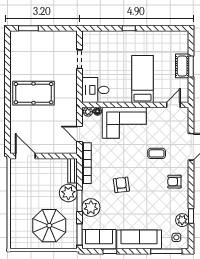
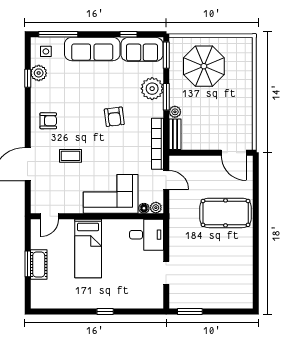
window: (28, 28) -> (190, 311), moved
pool table: (33, 93) -> (226, 213), moved
plant: (68, 193) -> (175, 112), width x0.53, depth x0.53

